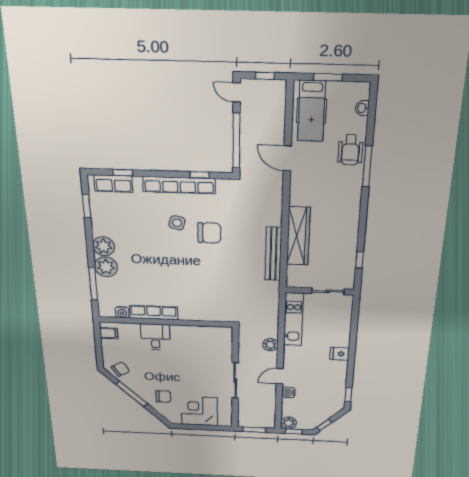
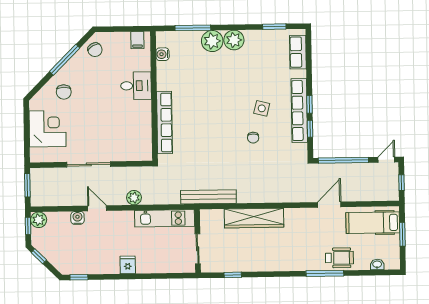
wheelchair: (350, 150) -> (339, 258), turned 180
window: (123, 173) -> (310, 104), moved
chair: (209, 233) -> (253, 138), width x0.54, depth x0.54
bench: (273, 254) -> (208, 197), moved
row of seats: (154, 313) -> (165, 123), moved, width x1.36

